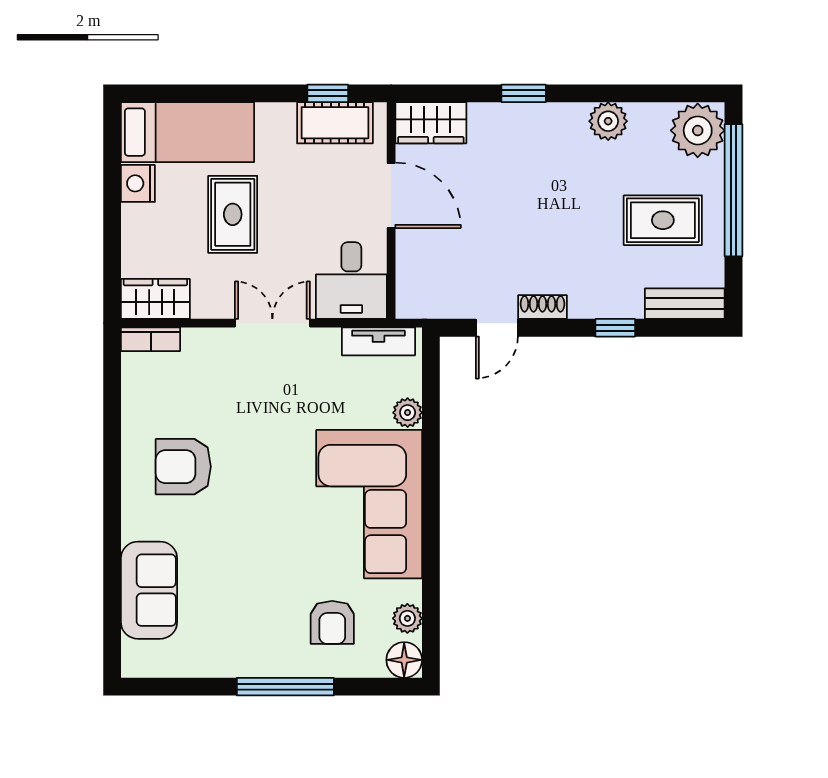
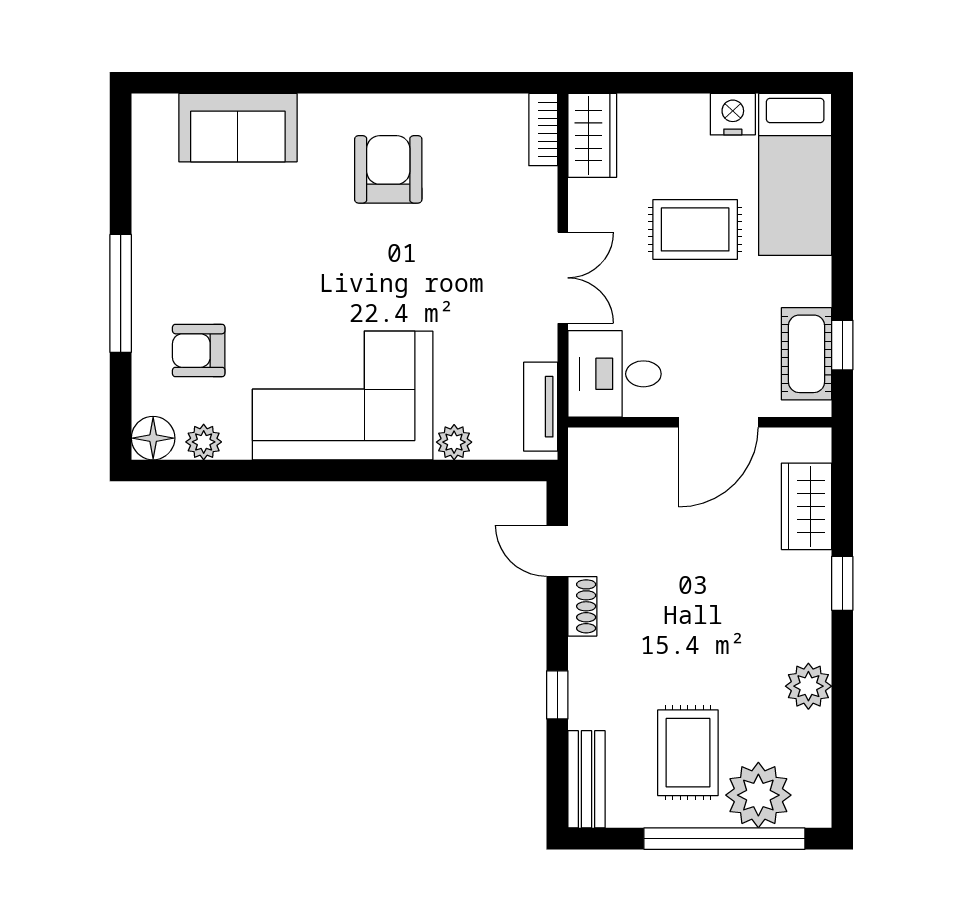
wardrobe: (431, 123) -> (807, 506), moved
plant: (698, 130) -> (758, 795), moved

